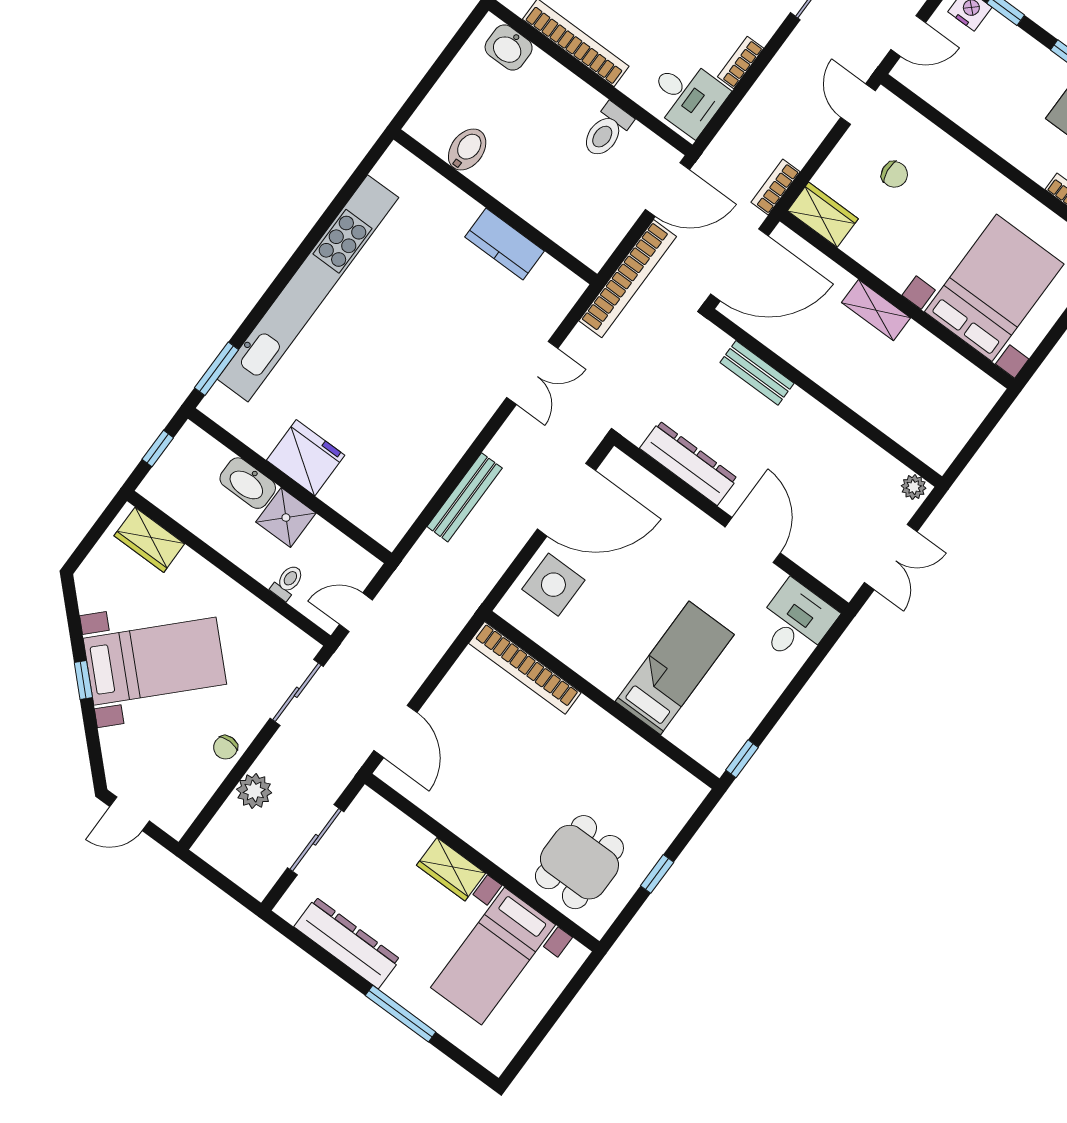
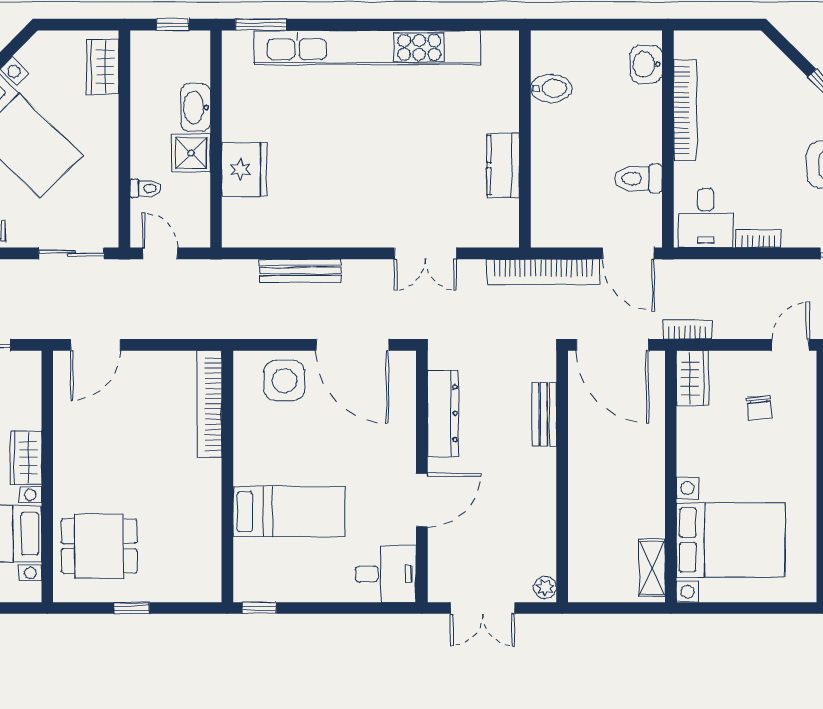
shelving: (876, 310) -> (652, 568), moved
fridge: (306, 458) -> (244, 170), moved

